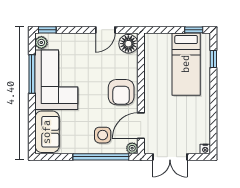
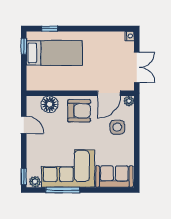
floor lamp: (128, 44) -> (50, 104), moved
door: (141, 126) -> (109, 93), hinge flipped
window: (101, 157) -> (137, 129), removed

